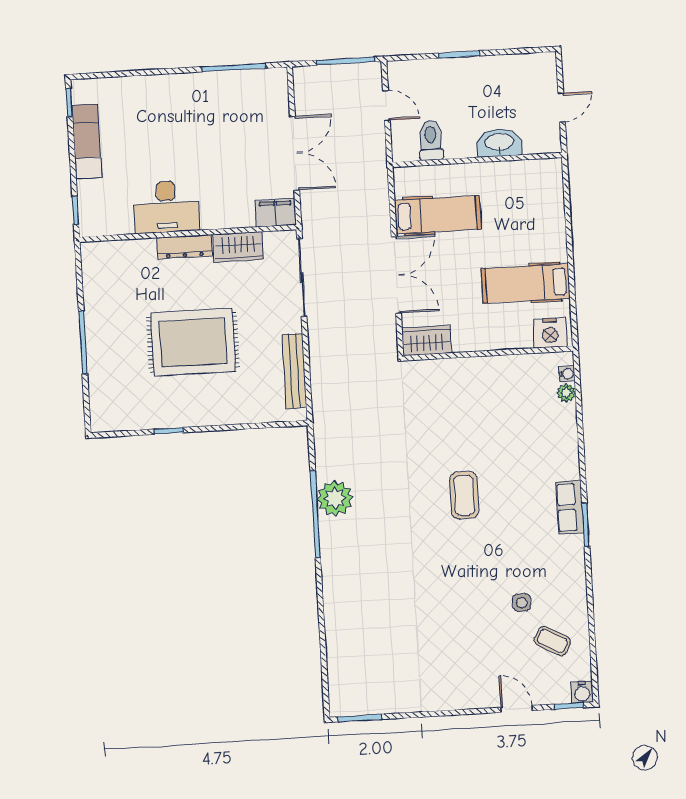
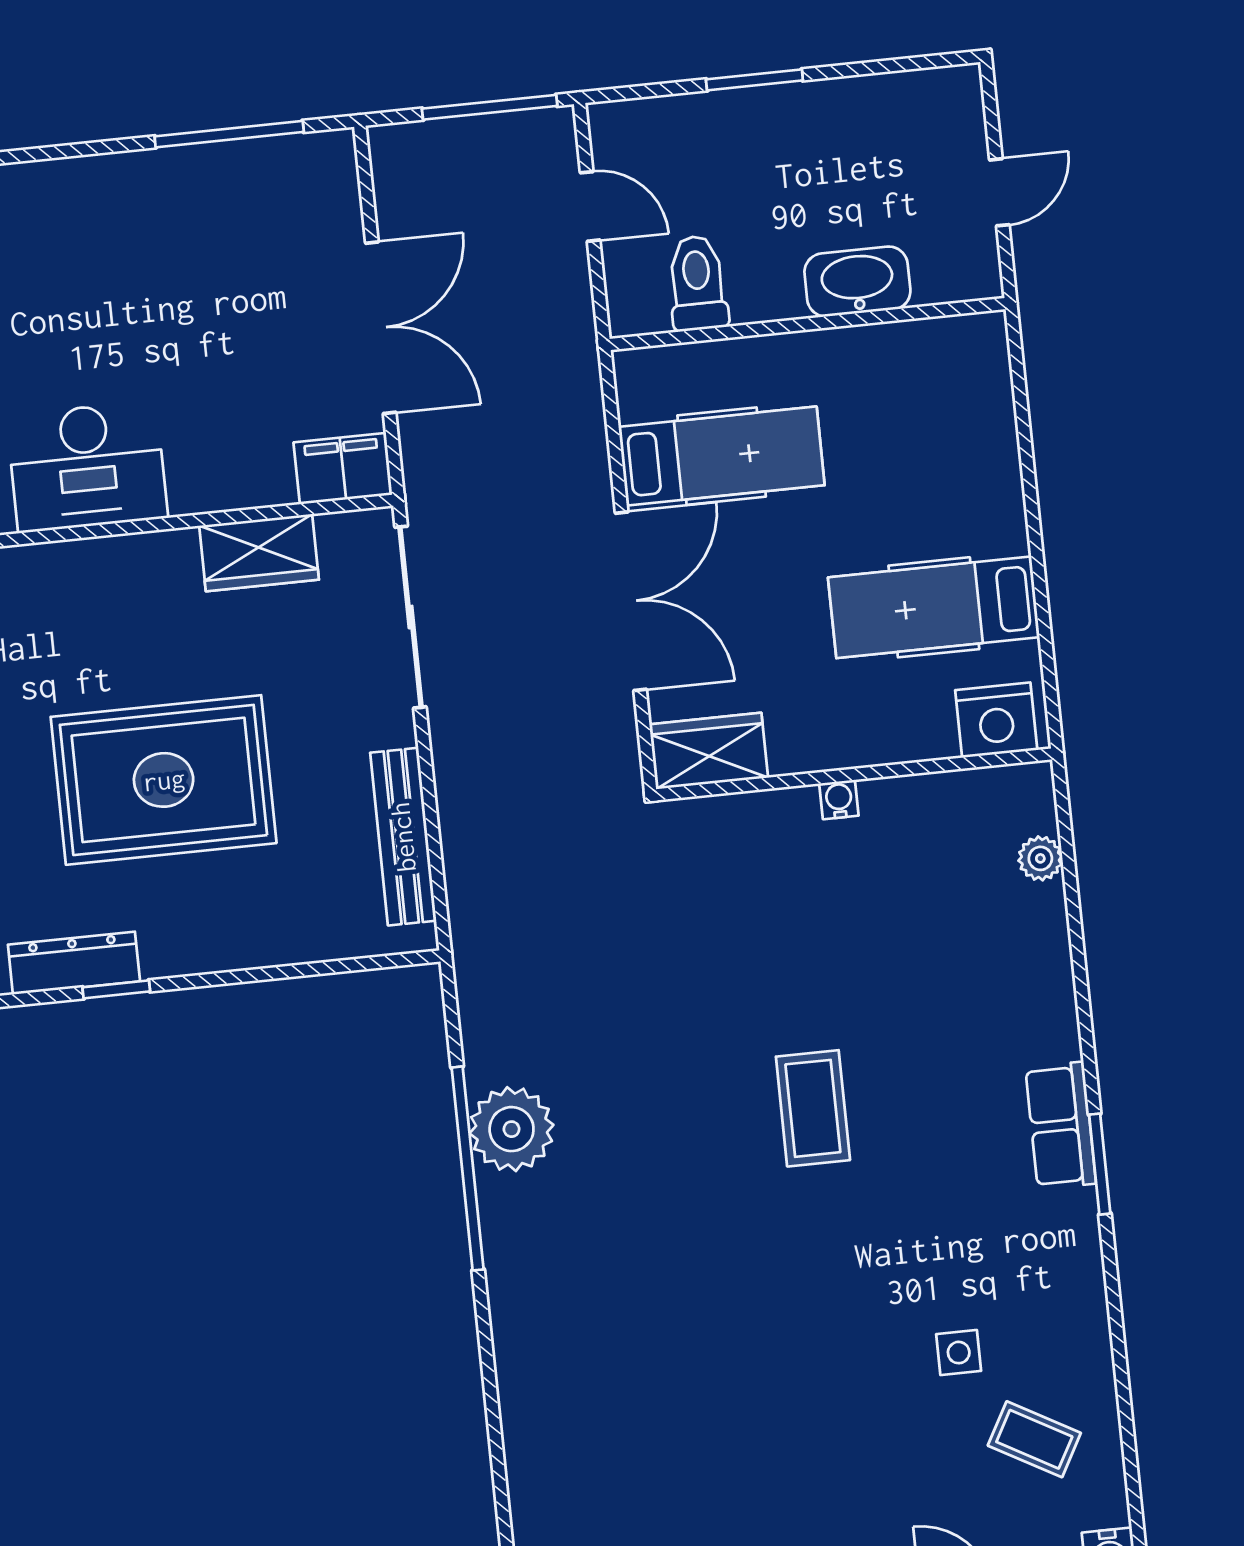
dresser: (184, 247) -> (74, 963), moved, turned 180
water cooler: (567, 374) -> (839, 800), moved, turned -90

